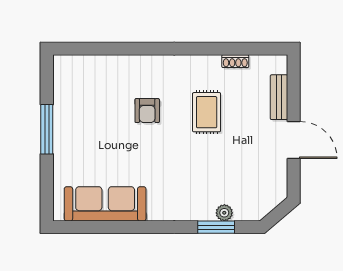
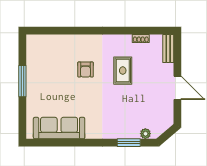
bench: (279, 97) -> (168, 49), moved
plant: (224, 213) -> (145, 134), moved

